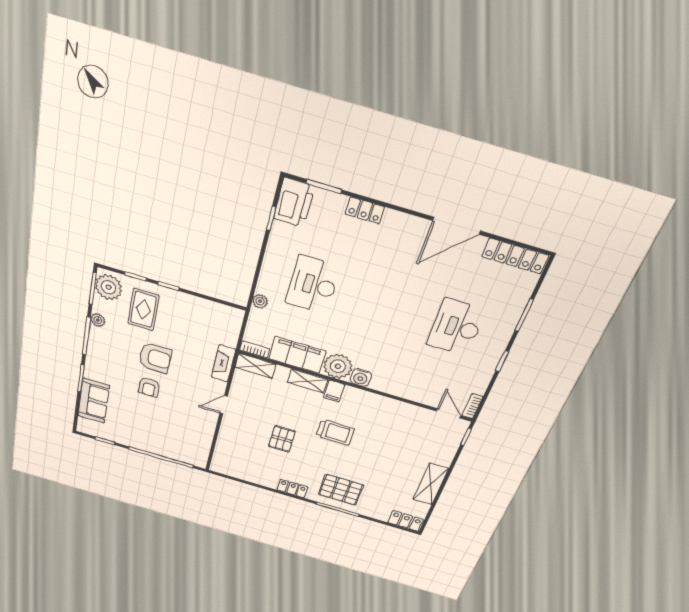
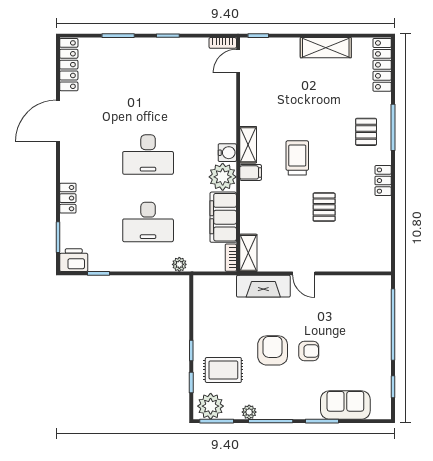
printer: (294, 202) -> (74, 260), width x0.73, depth x0.84
door: (457, 226) -> (58, 121), swing flipped
desk: (456, 327) -> (148, 155), moved
fireplace: (223, 363) -> (263, 286), width x1.37, depth x1.32
shelving: (307, 381) -> (248, 145), moved
pallet: (282, 439) -> (324, 207), turned 90
pallet: (341, 490) -> (366, 132), width x0.67, depth x0.71
locker: (405, 521) -> (382, 65), width x1.53

